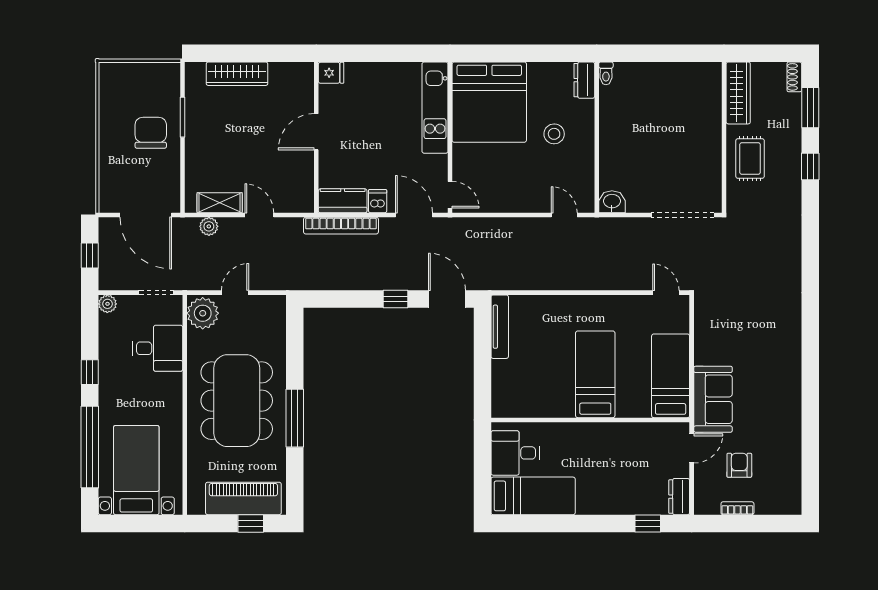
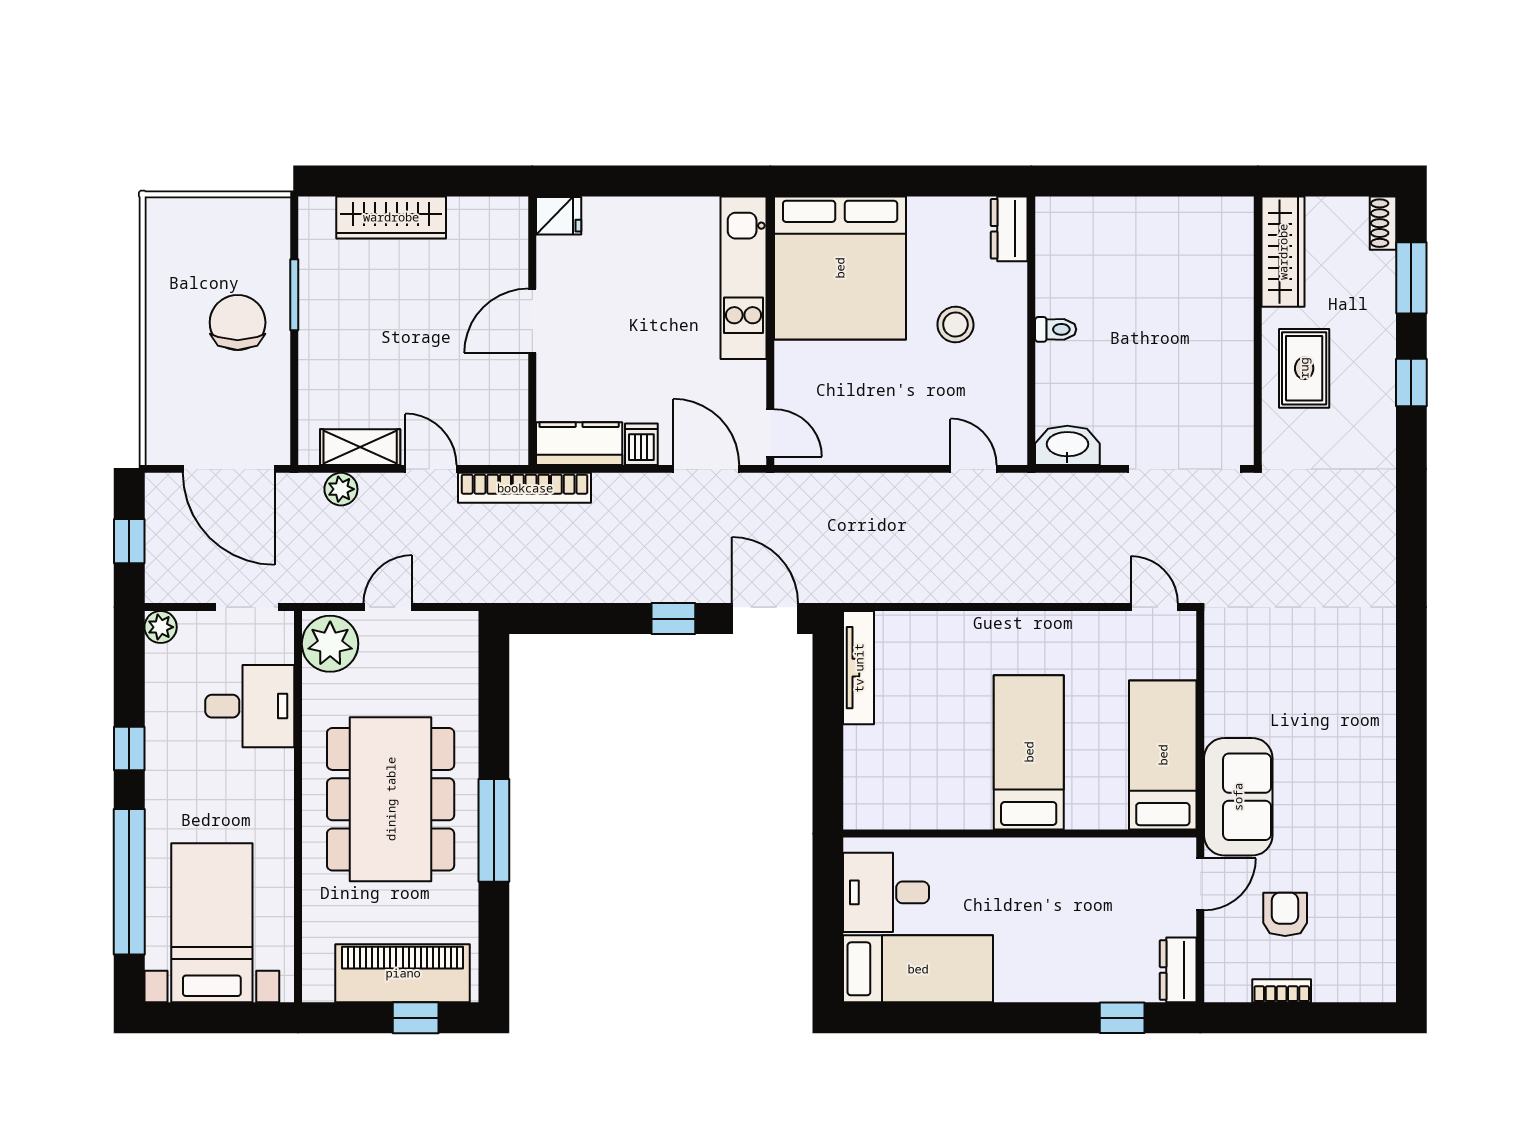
toilet: (606, 73) -> (1056, 329), moved, turned -90
washbasin: (612, 202) -> (1067, 445), width x1.38
bookcase: (341, 226) -> (525, 488), moved

